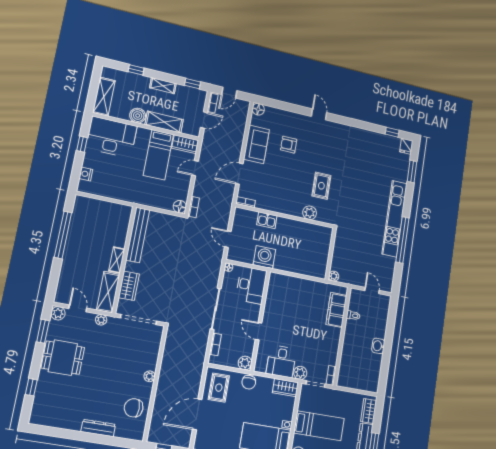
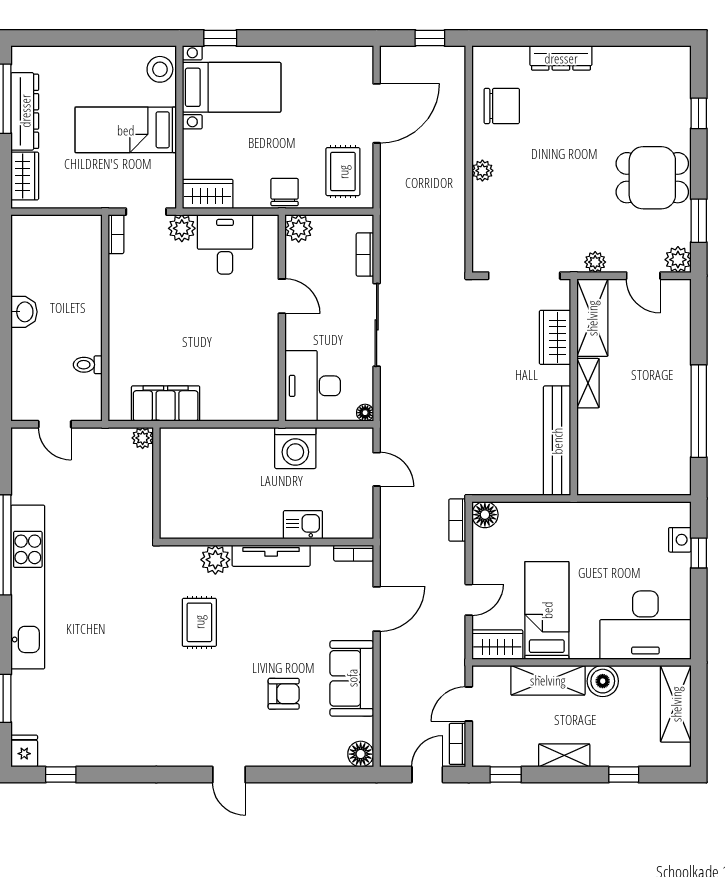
window: (82, 144) -> (699, 553), moved
tv unit: (284, 209) -> (271, 556), added
filing cabinet: (336, 310) -> (166, 403), moved, turned -90

